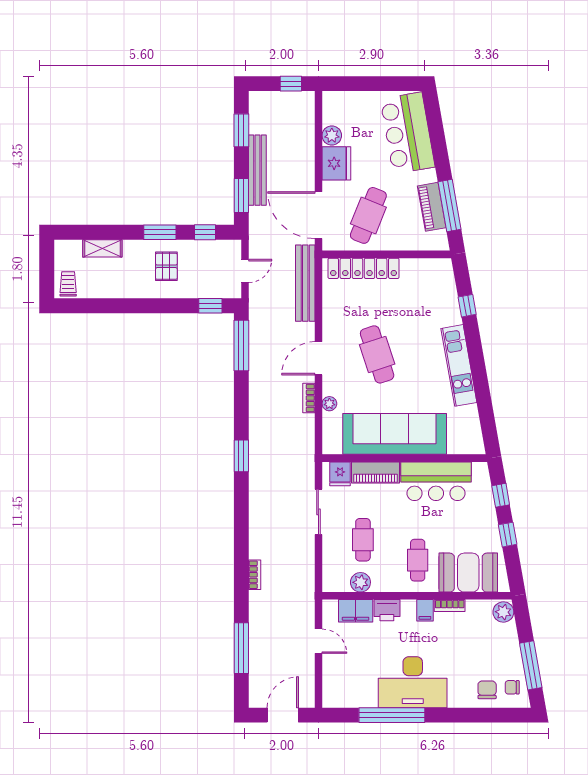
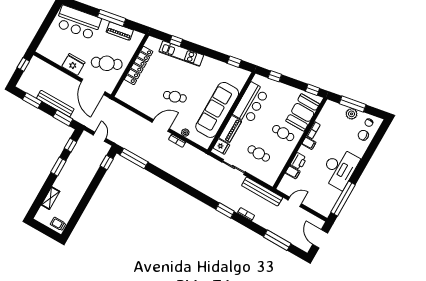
plant: (332, 135) -> (59, 59), removed
window: (449, 206) -> (112, 18), moved
door: (318, 215) -> (93, 87), hinge flipped
cafe table: (368, 215) -> (107, 63), turned -46
pallet: (166, 266) -> (76, 173), removed
locker: (364, 268) -> (139, 65), moved
bench: (305, 283) -> (262, 192), moved
cafe table: (377, 354) -> (175, 97), width x0.73, depth x0.74
door: (318, 358) -> (161, 126), swing flipped
kitchen unit: (459, 365) -> (181, 53), moved
window: (487, 417) -> (234, 62), added
window: (241, 456) -> (225, 210), moved
window: (508, 535) -> (313, 90), moved
plant: (360, 582) -> (278, 166), removed
filing cabinet: (356, 611) -> (293, 172), width x0.50
plant: (503, 612) -> (352, 114), moved
window: (531, 665) -> (353, 104), moved
window: (392, 715) -> (343, 199), moved

